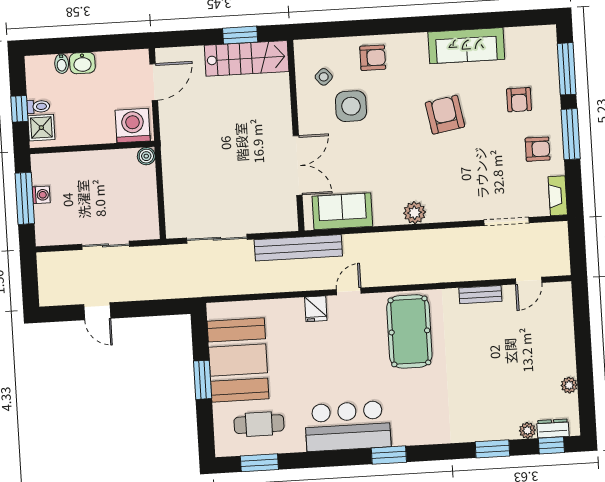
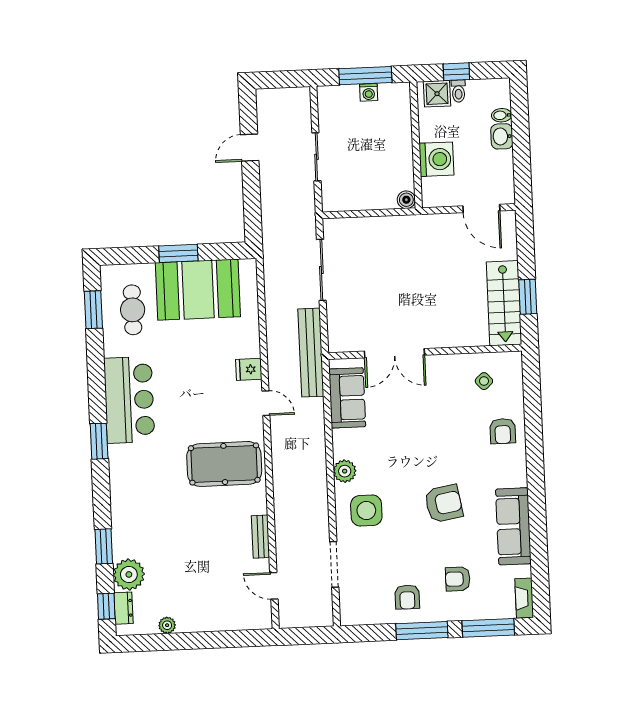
side table: (351, 106) -> (366, 511), moved
washing machine: (133, 126) -> (436, 159), moved
fireplace: (558, 196) -> (524, 598), moved, turned -90
plant: (527, 430) -> (129, 574), width x1.87, depth x1.87

